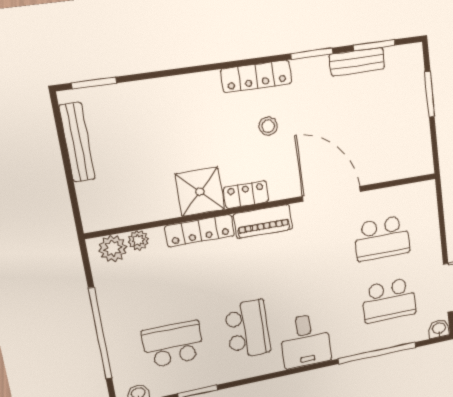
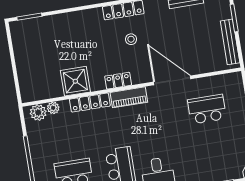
bench: (77, 142) -> (230, 42), moved
shower: (200, 192) -> (75, 81), moved
school desk: (382, 238) -> (207, 109), turned 180
school desk: (389, 300) -> (214, 150), removed

